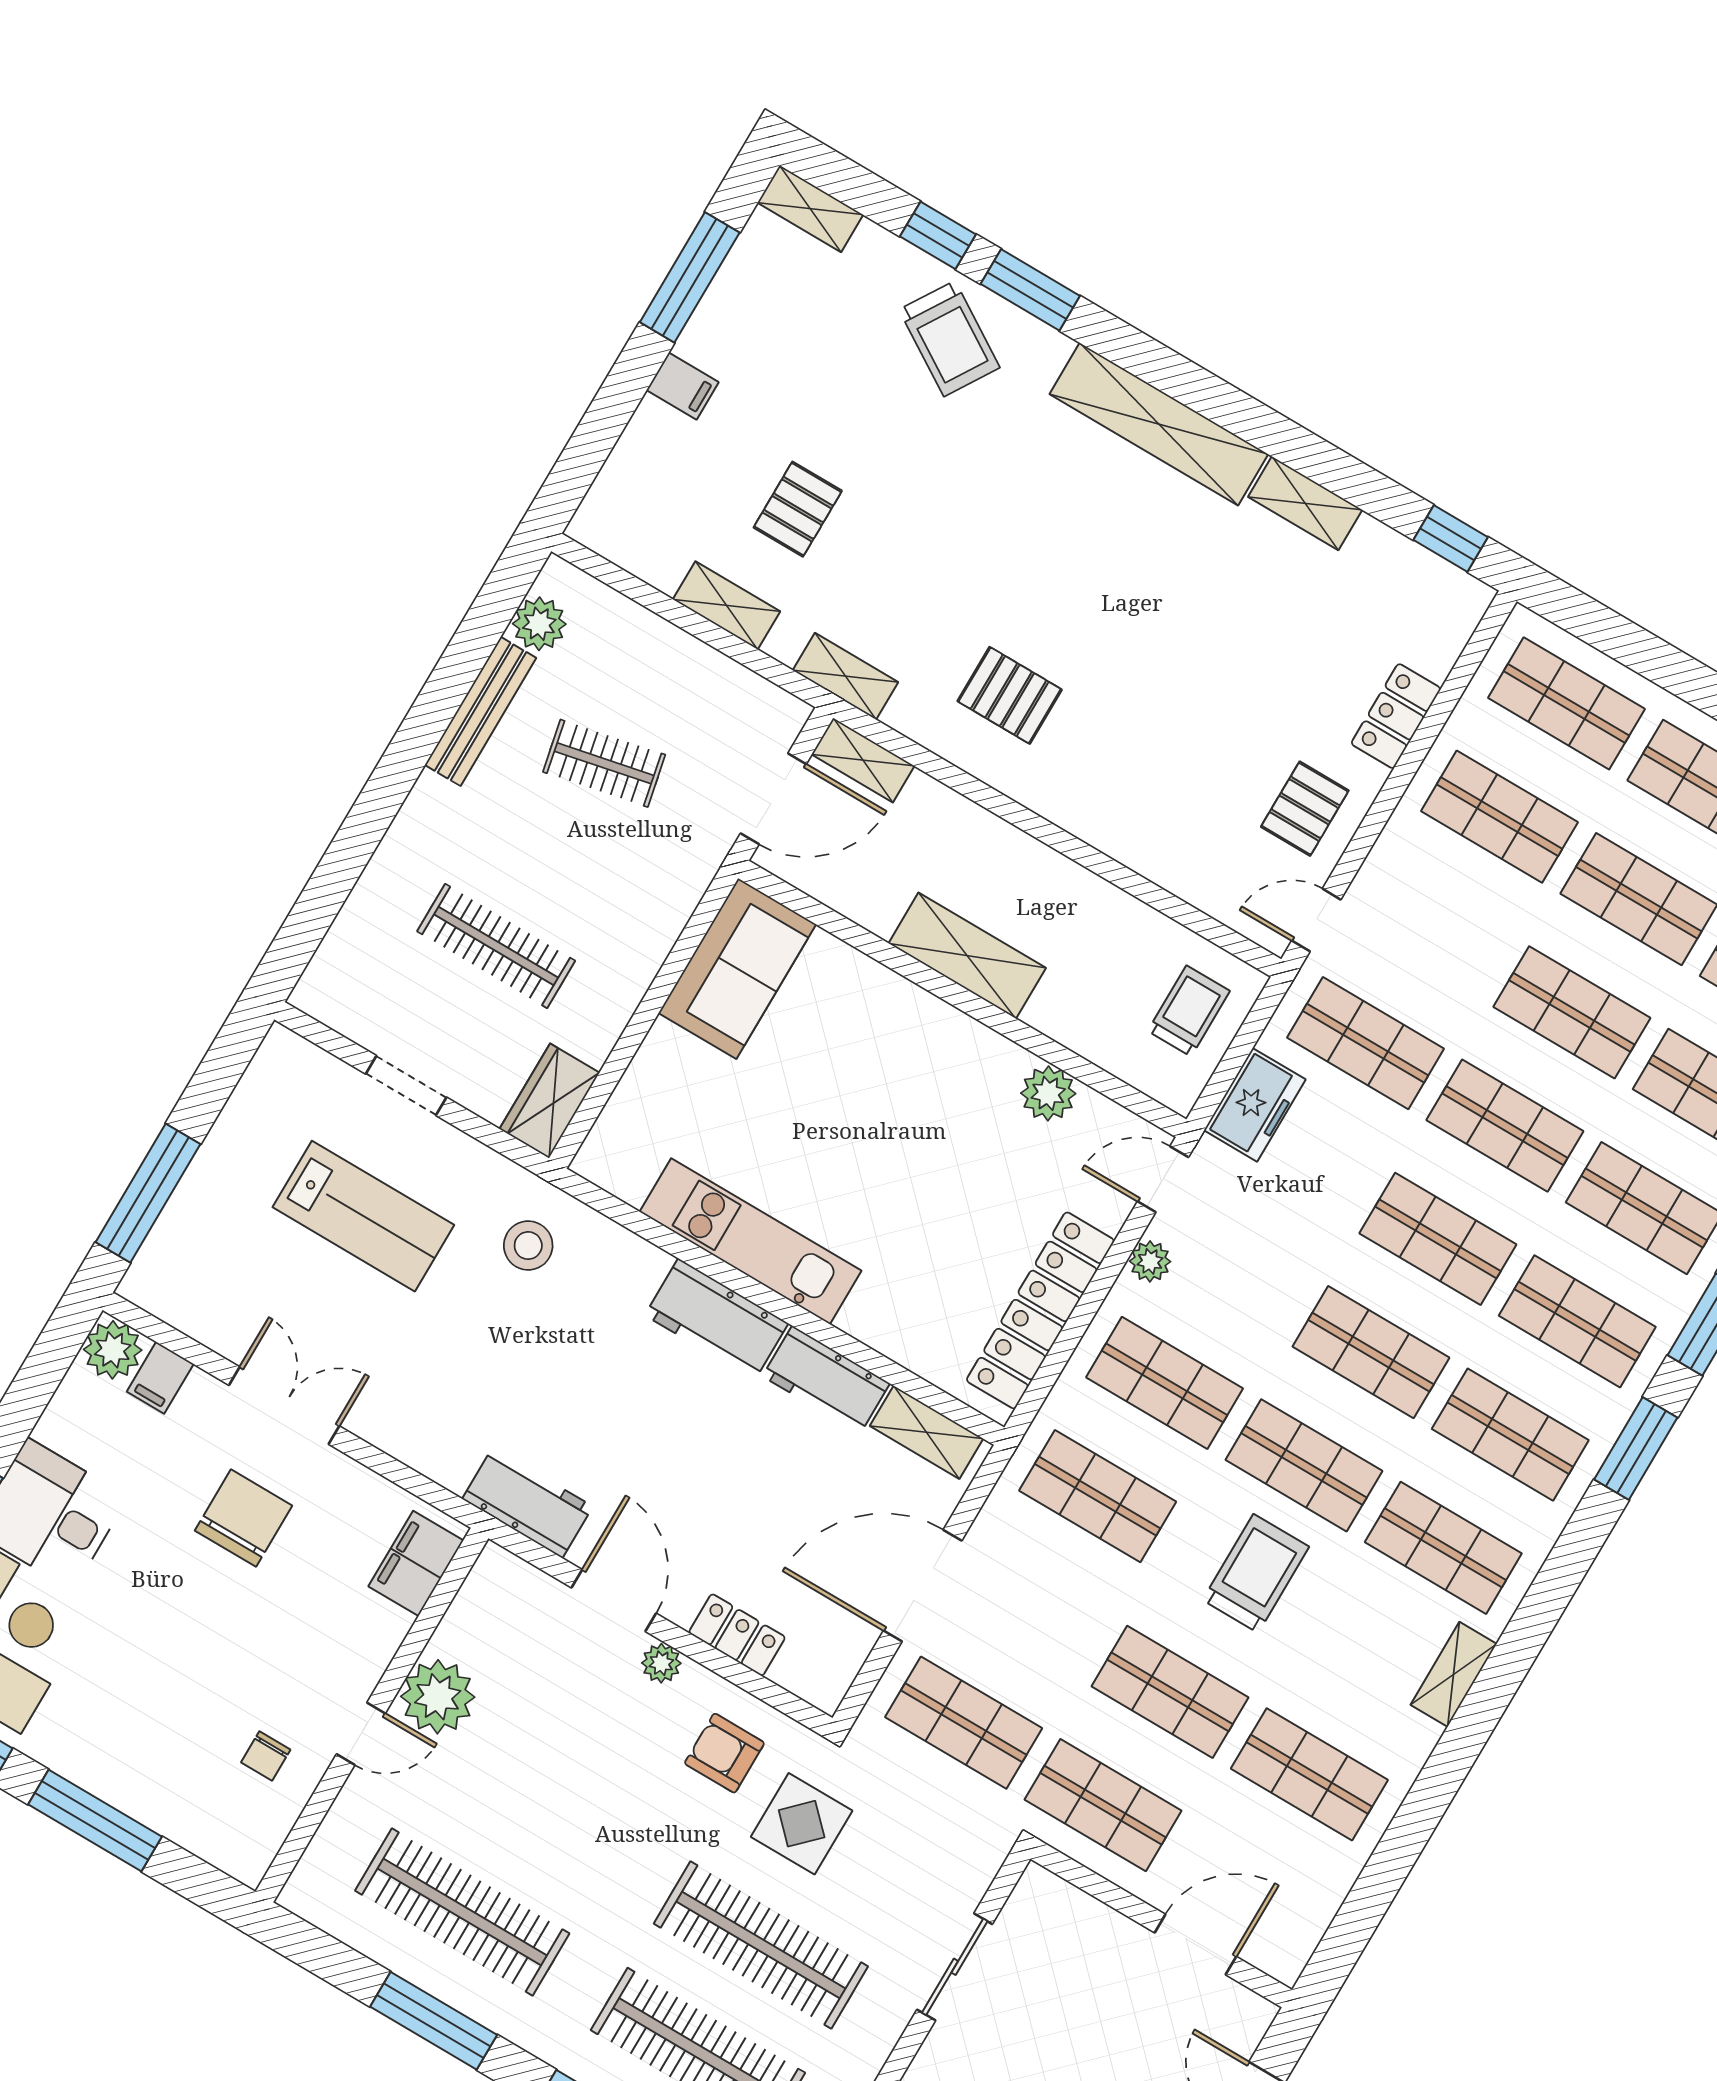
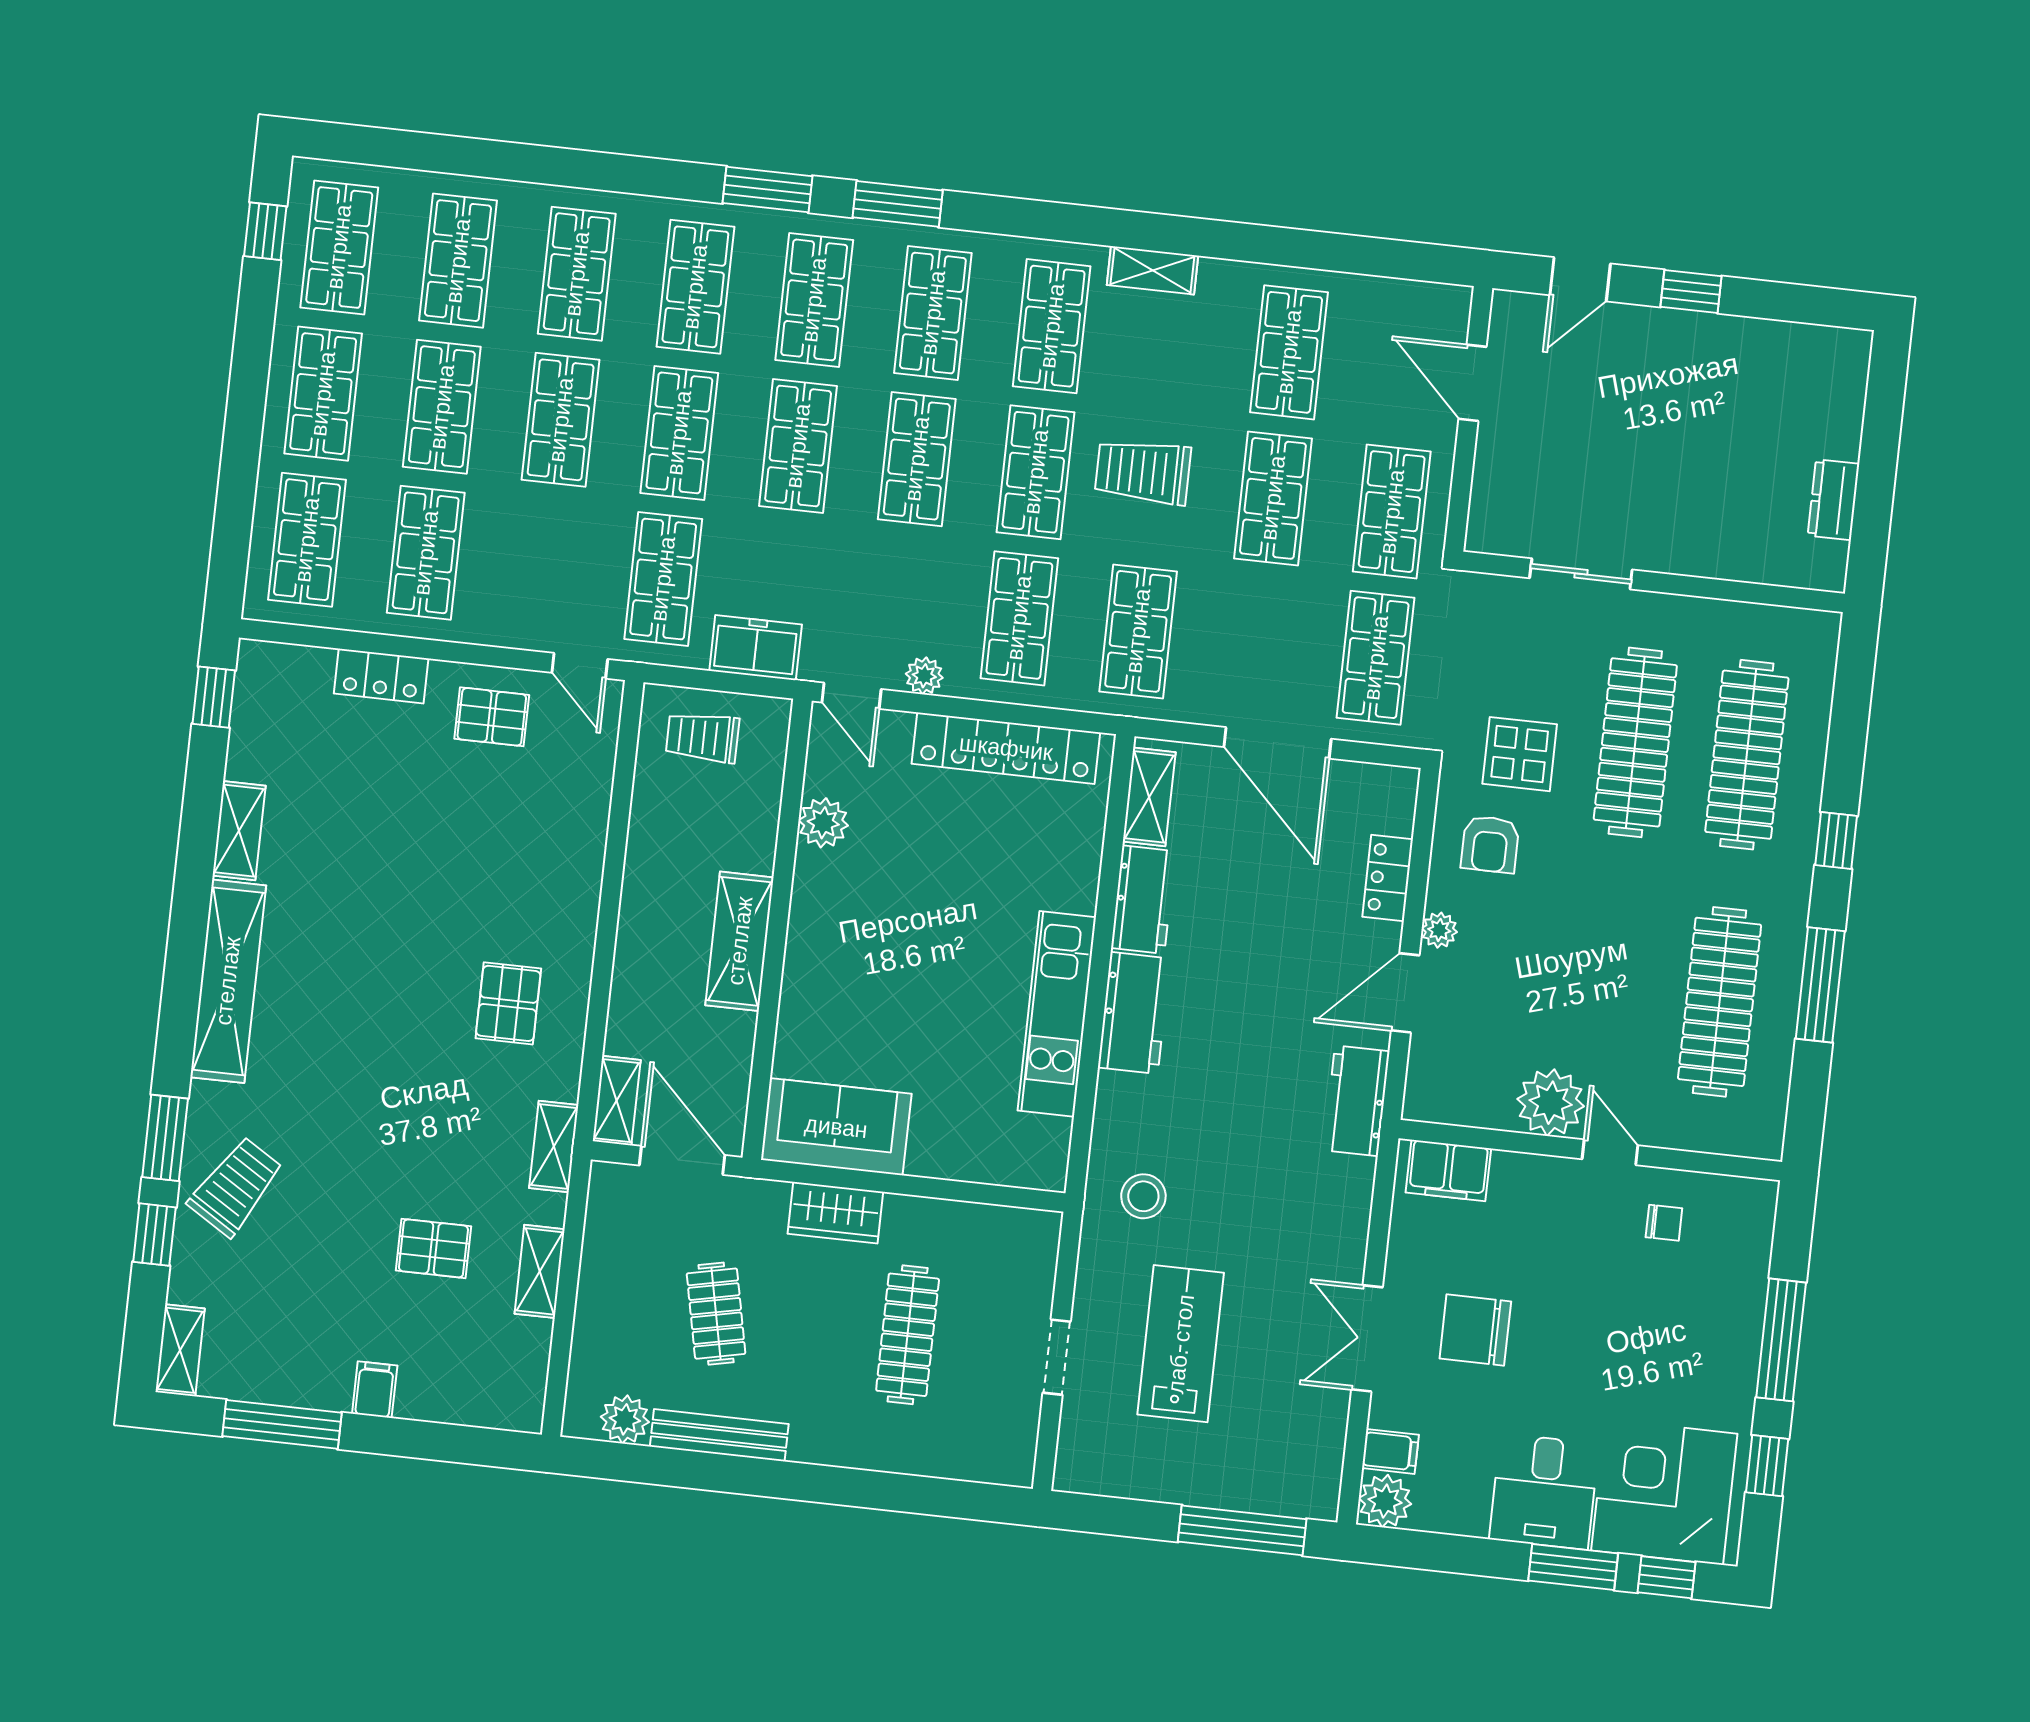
wardrobe: (550, 1101) -> (835, 1213), moved

